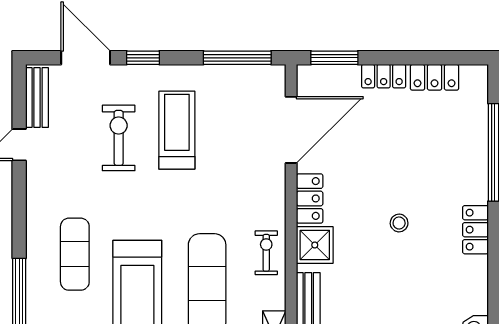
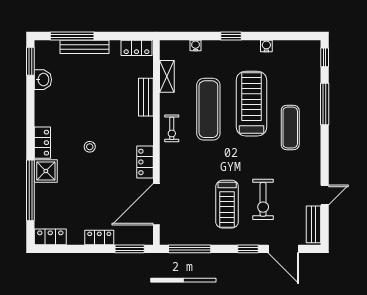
locker: (435, 77) -> (50, 237), moved
shower: (315, 245) -> (46, 171), moved

